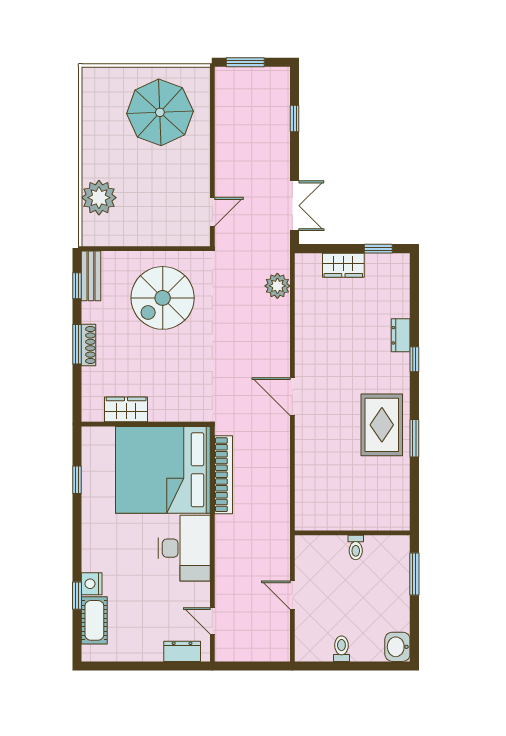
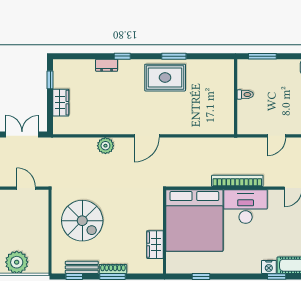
bench: (91, 276) -> (82, 267), moved
plant: (277, 286) -> (105, 146), moved
bookcase: (224, 475) -> (237, 181), moved

